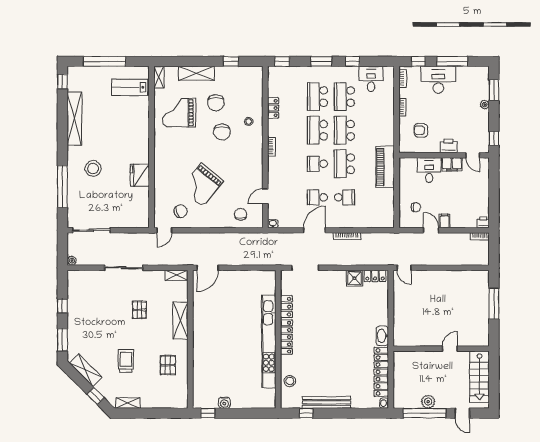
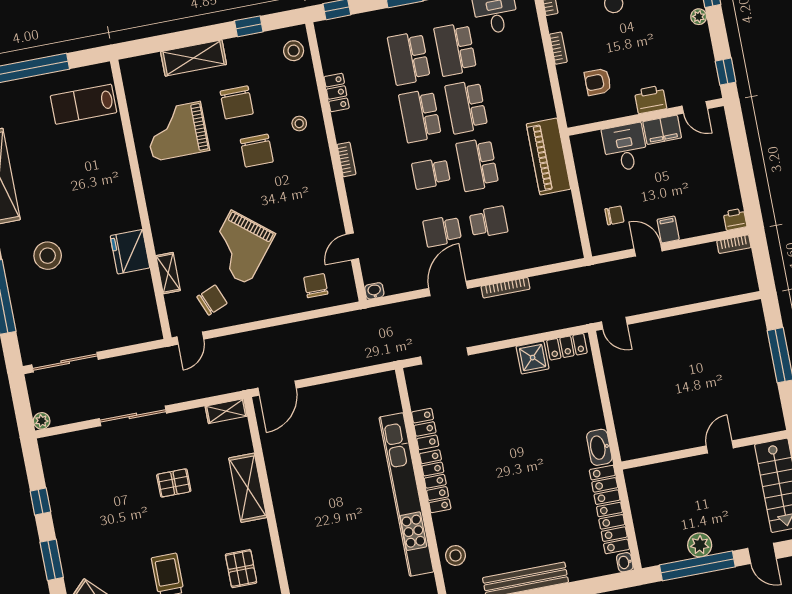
shelving: (159, 77) -> (168, 273), moved
stool: (253, 80) -> (294, 51), added
pallet: (139, 310) -> (174, 483), turned 90

